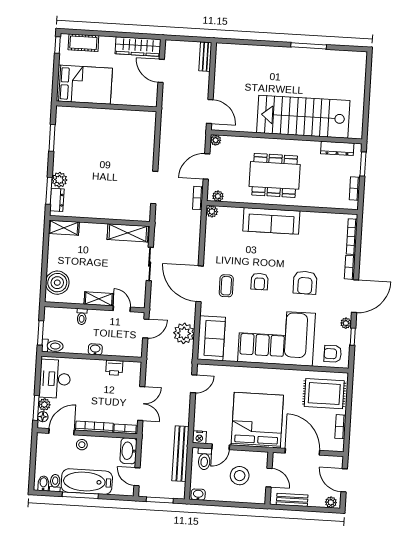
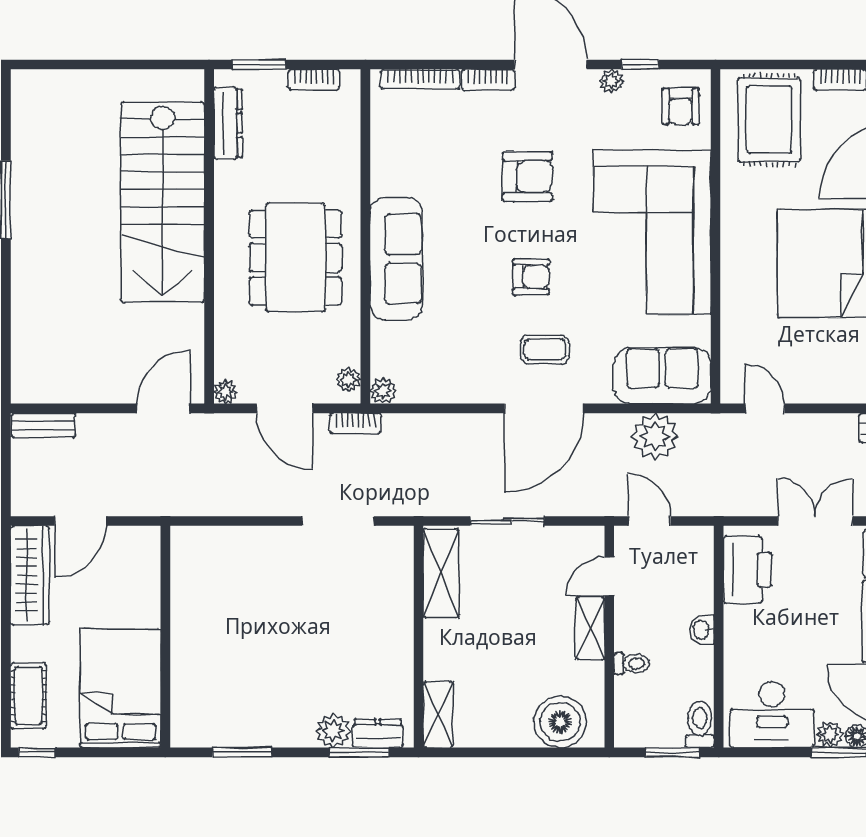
printer: (114, 368) -> (748, 570), width x1.87, depth x1.48

